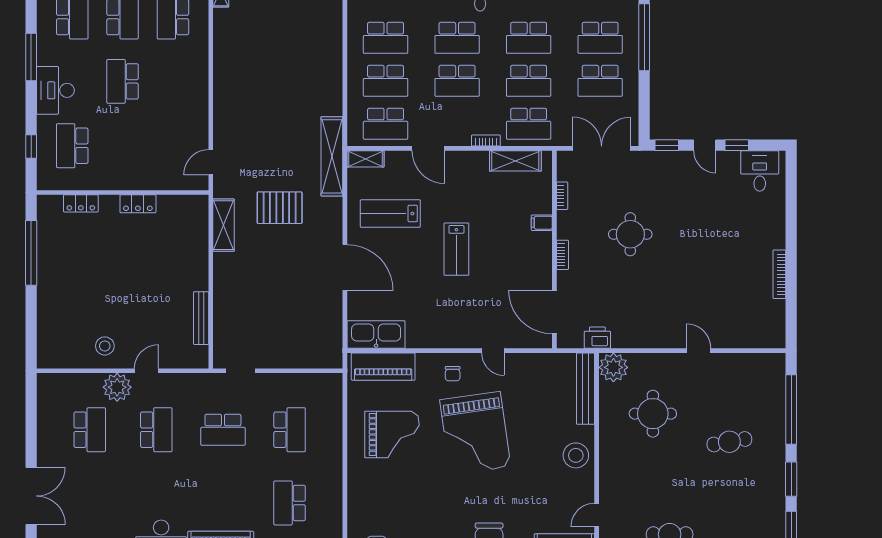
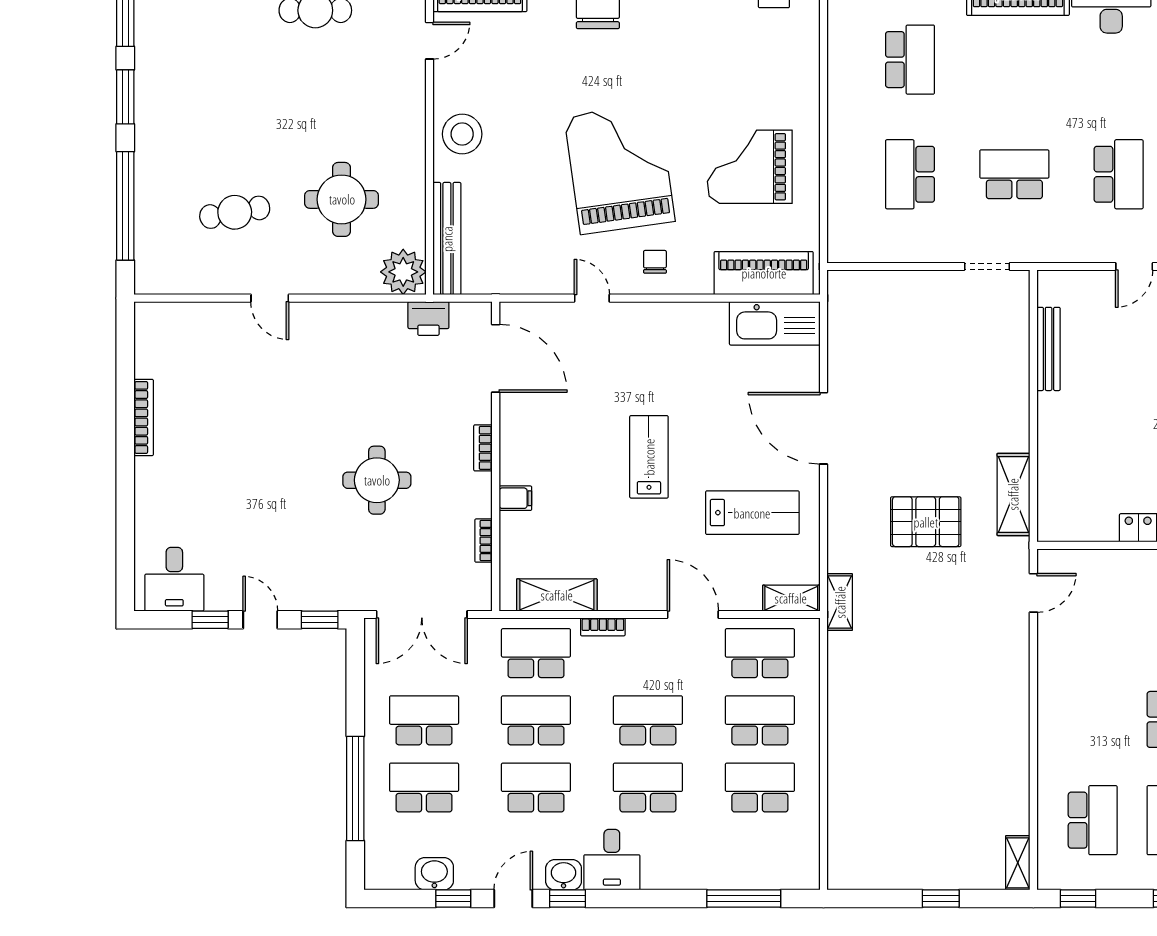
shelving: (332, 156) -> (840, 602), width x0.45, depth x0.75
school desk: (156, 430) -> (1119, 174), turned 180
cafe table: (729, 442) -> (235, 212), moved

